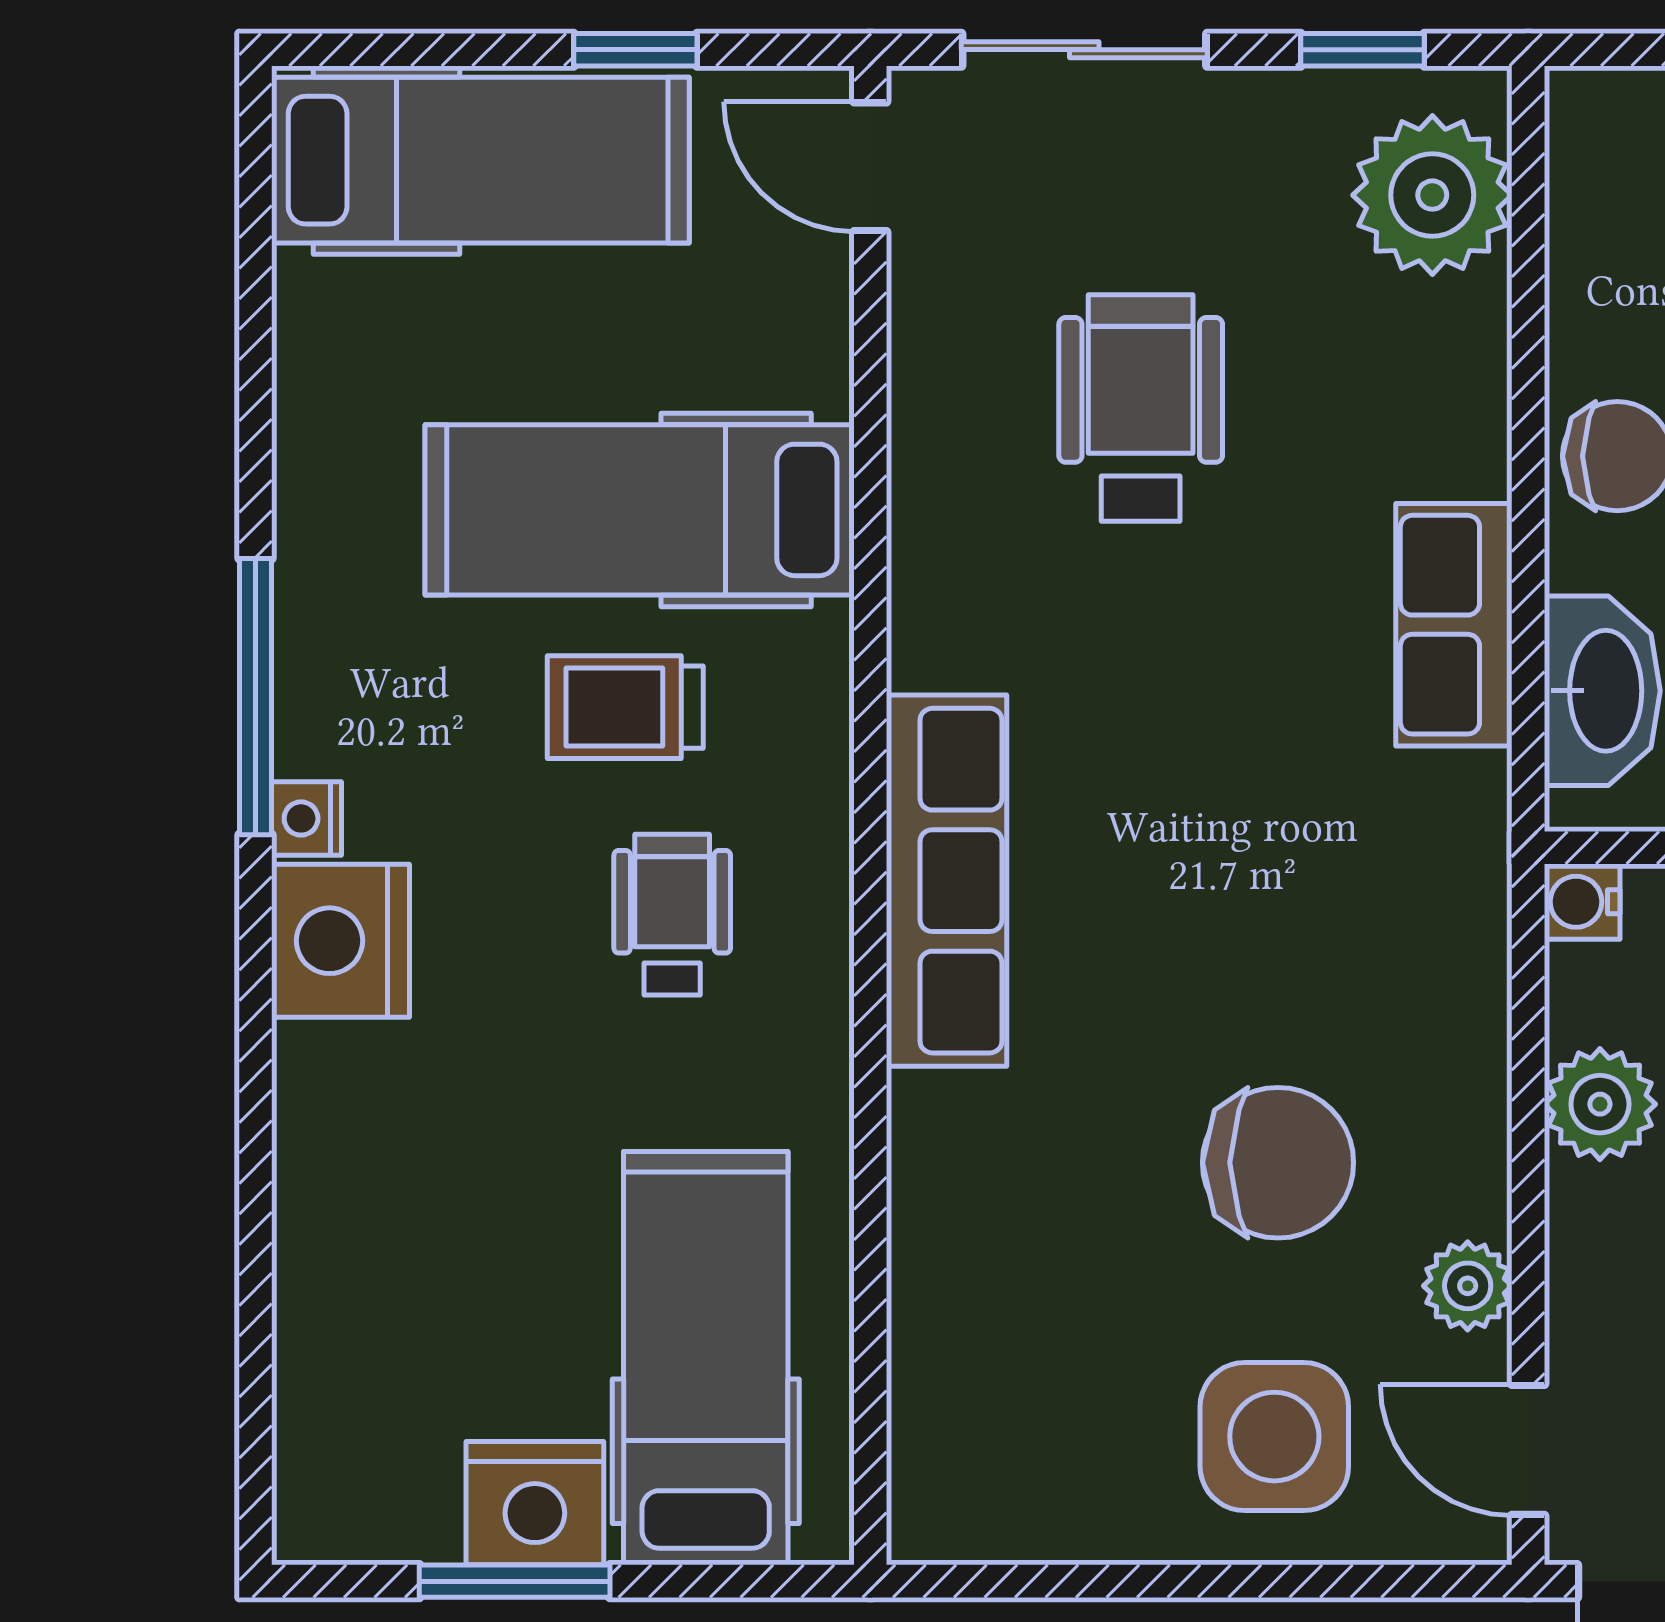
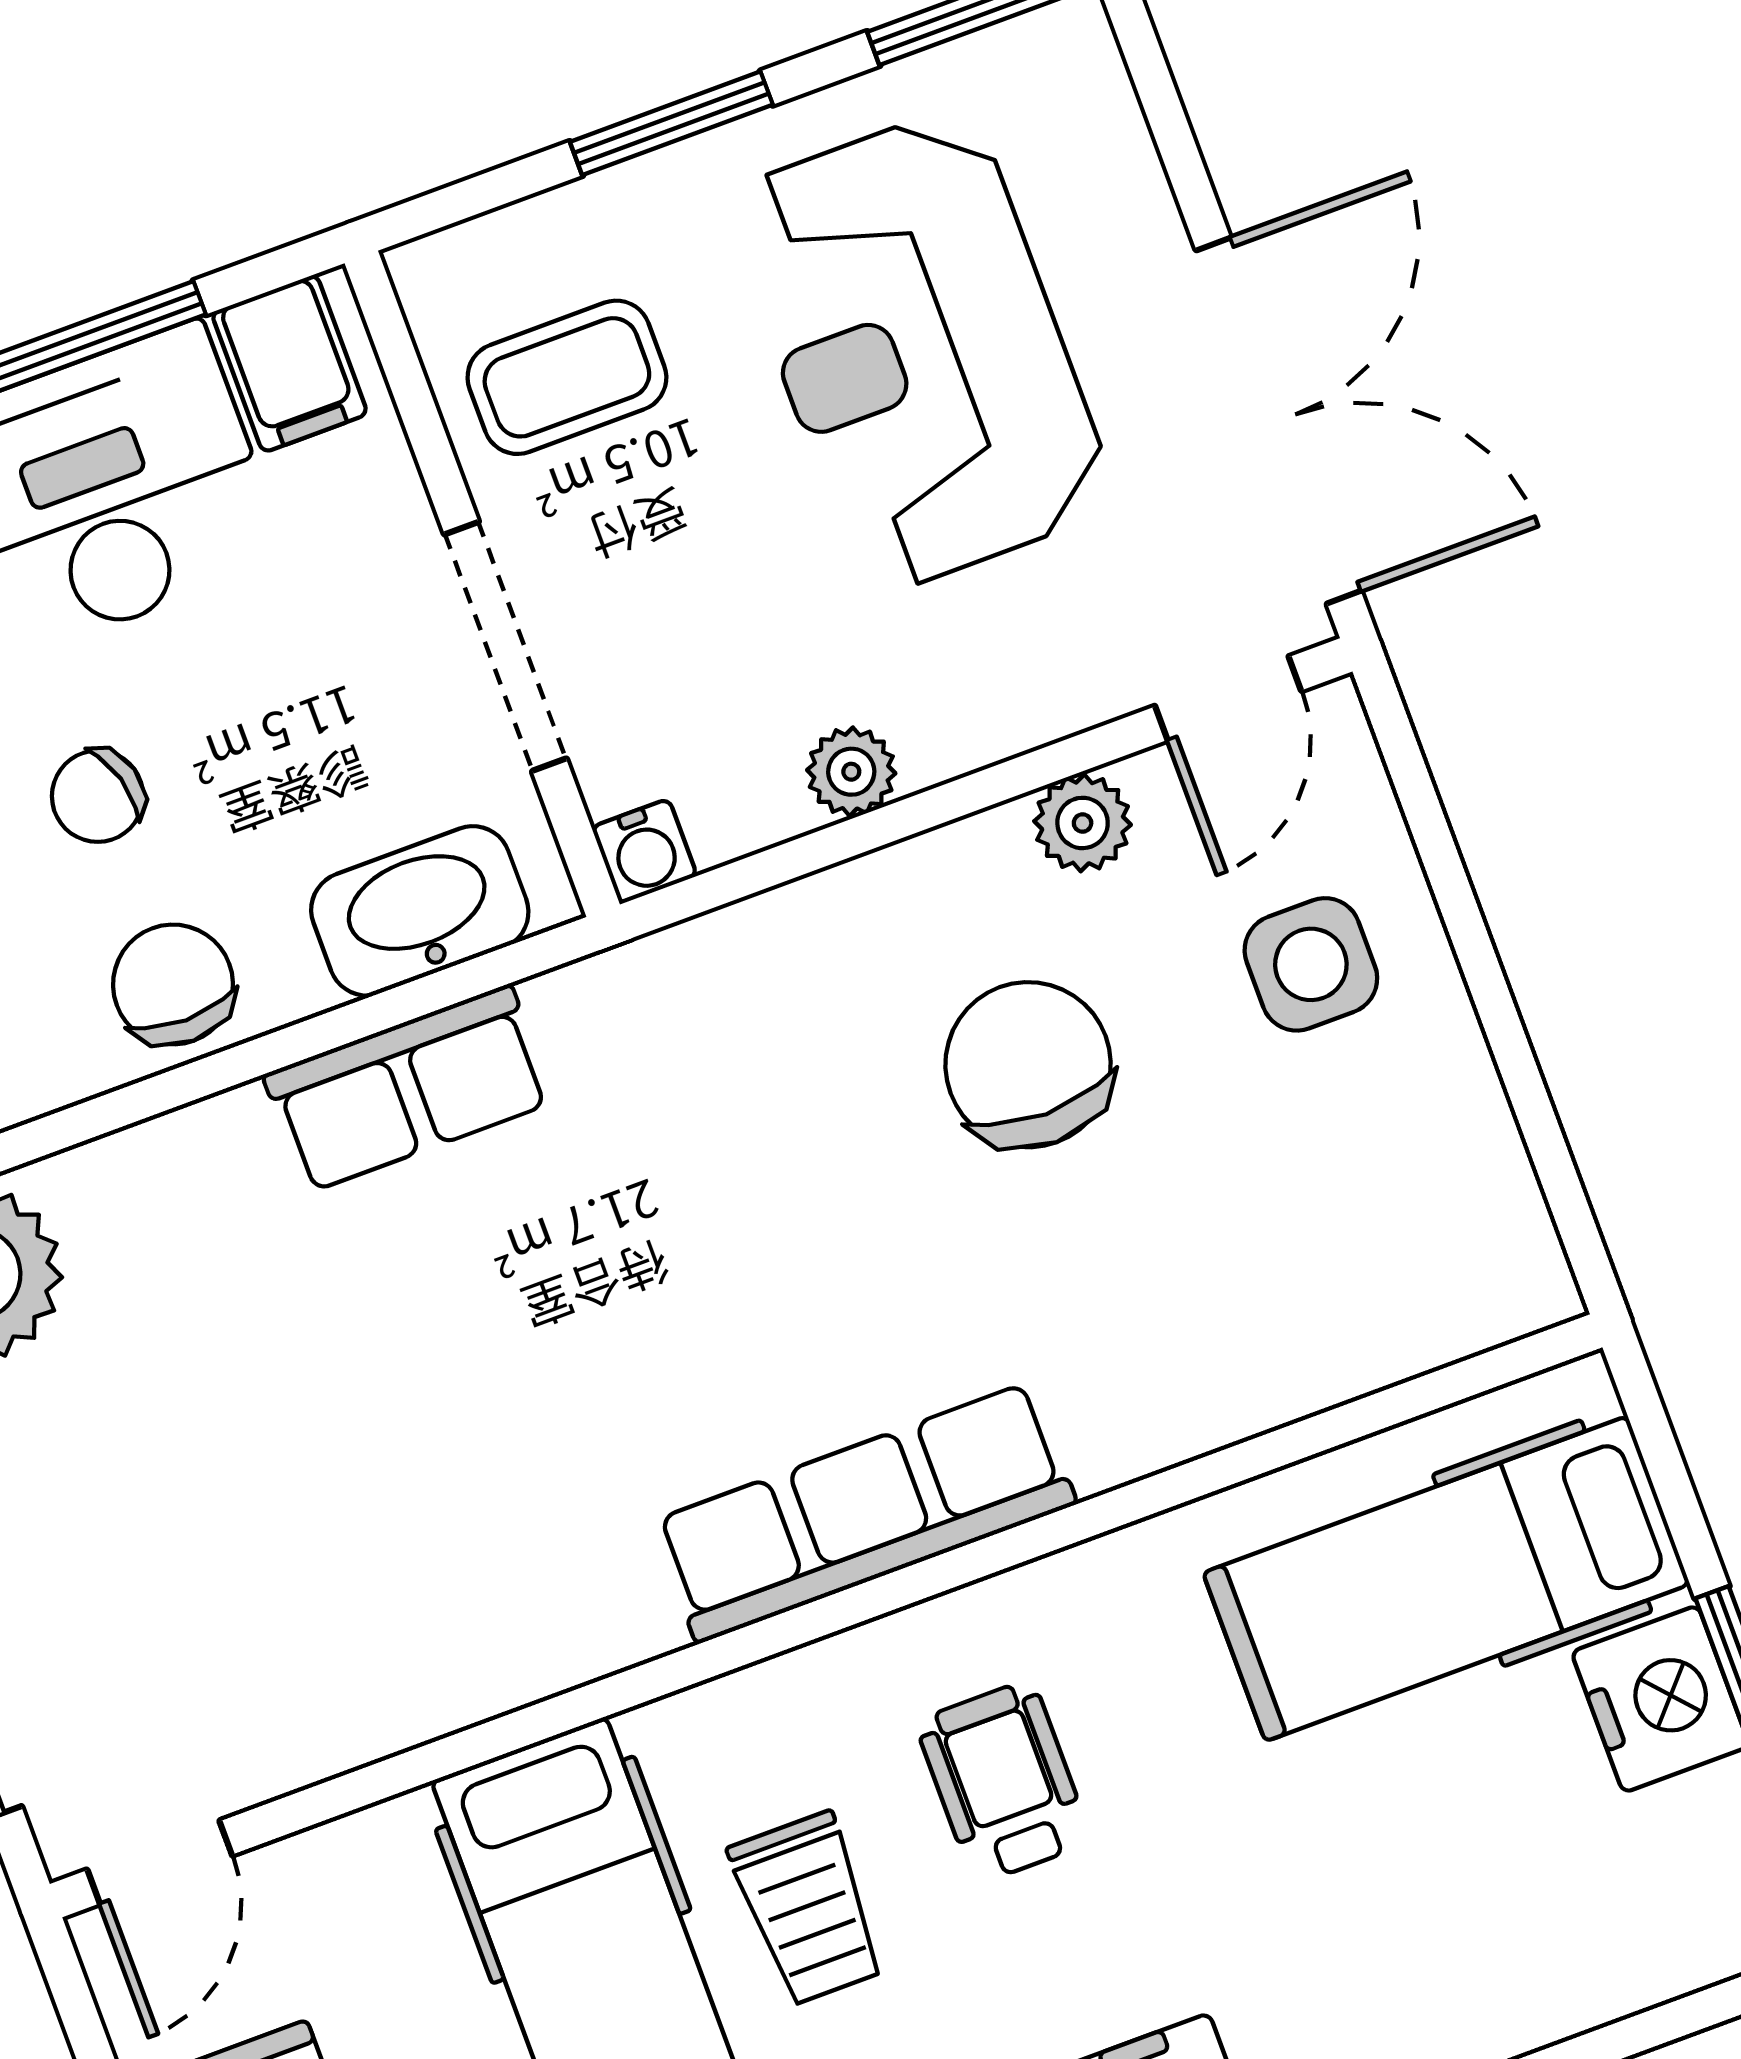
wheelchair: (1141, 408) -> (305, 1493), removed
wheelchair: (672, 915) -> (1003, 1782), turned 90
plant: (1600, 1104) -> (851, 772), width x0.73, depth x0.73
side table: (1274, 1437) -> (1311, 964), width x0.73, depth x0.73

